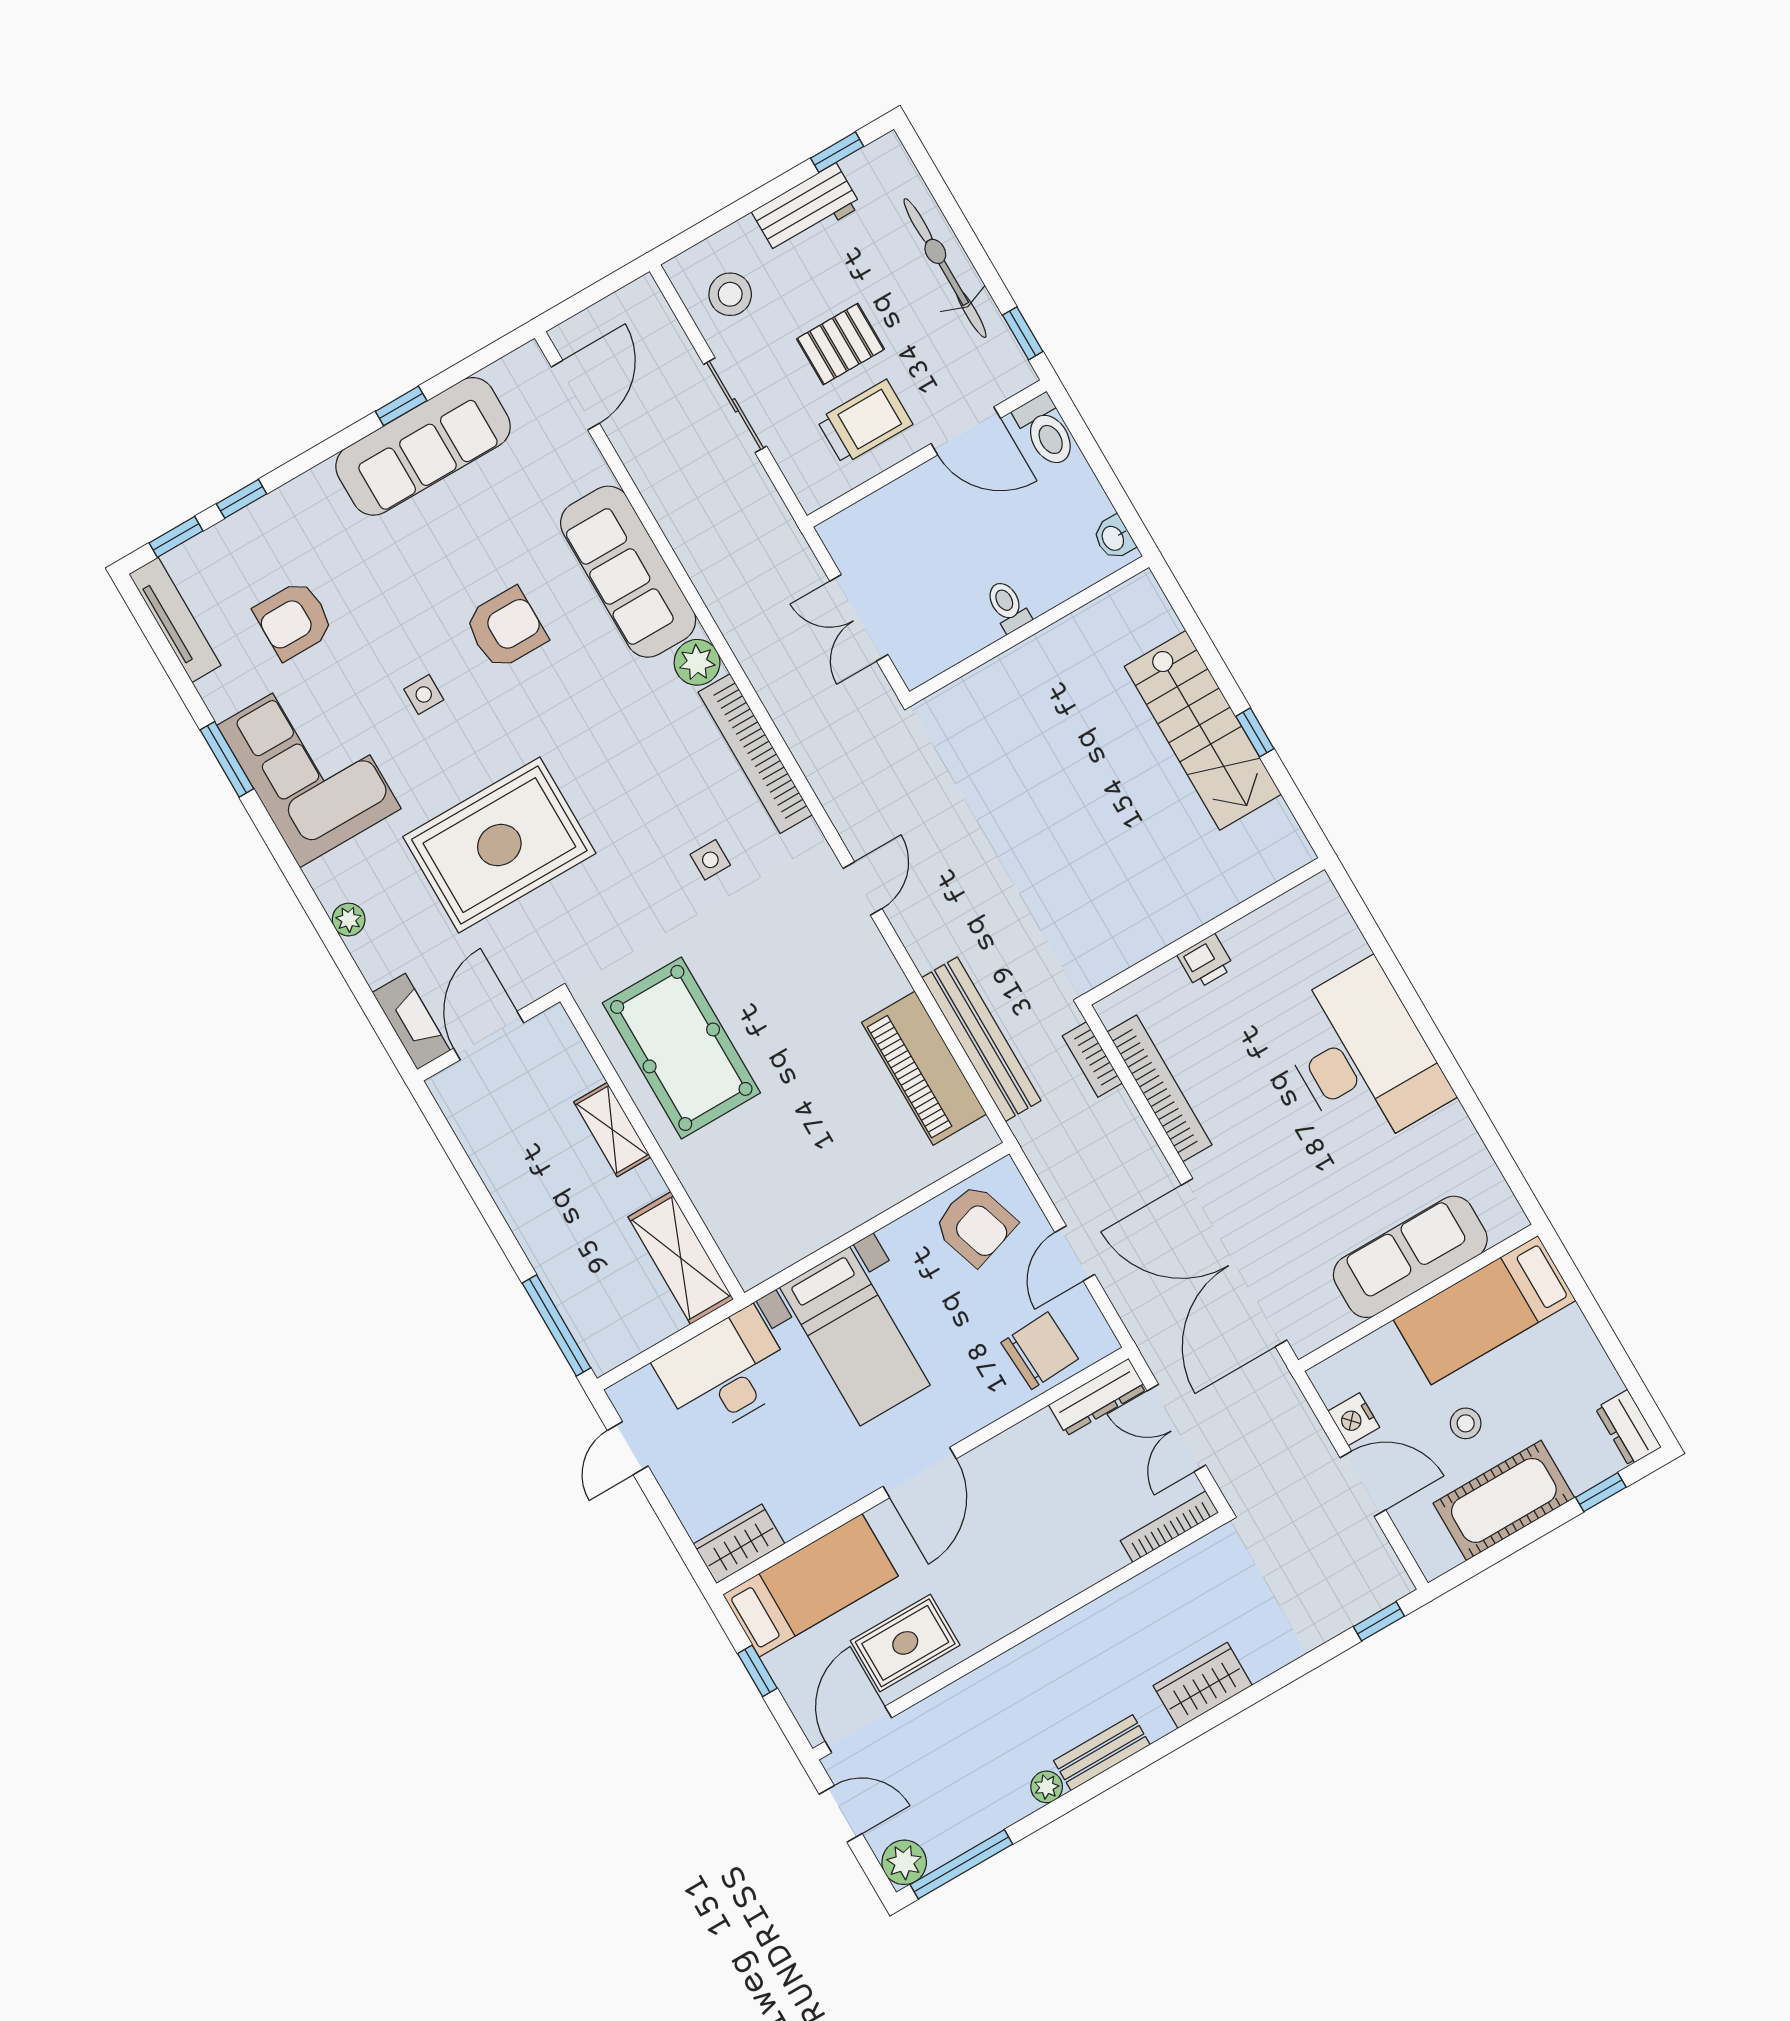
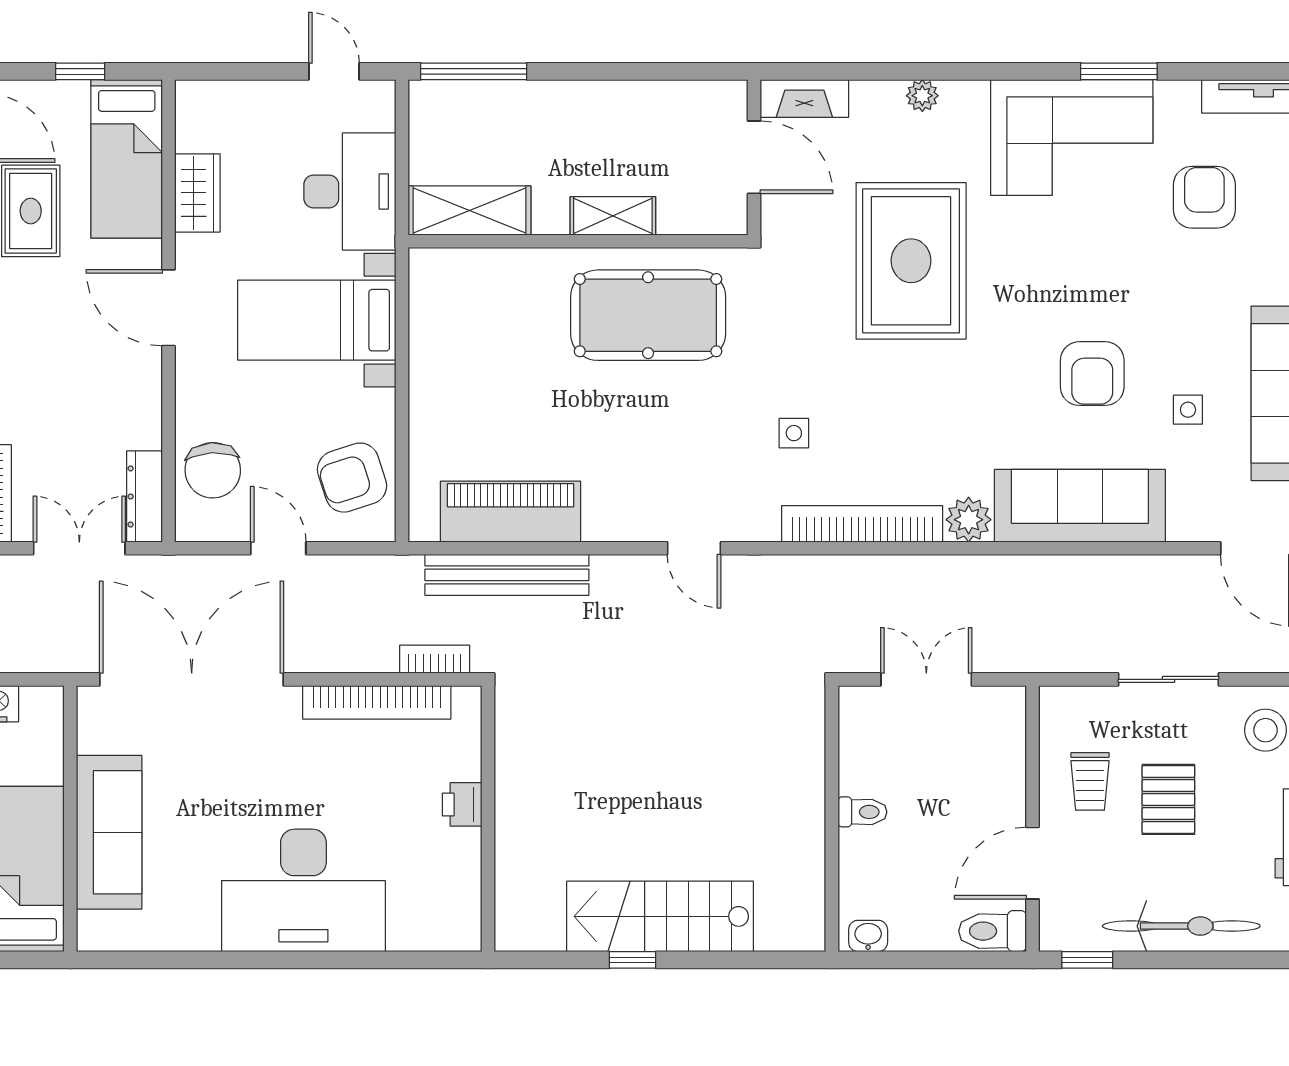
trolley: (865, 422) -> (1090, 781), width x0.73, depth x0.72
side table: (424, 694) -> (1188, 410), moved
wardrobe: (739, 1544) -> (197, 193), moved

